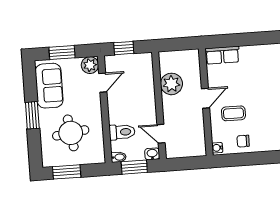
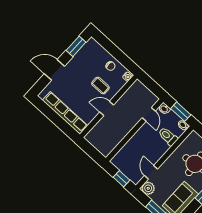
row of seats: (222, 55) -> (65, 113), width x2.02
door: (103, 83) -> (151, 172), hinge flipped
plant: (171, 84) -> (116, 134), removed

